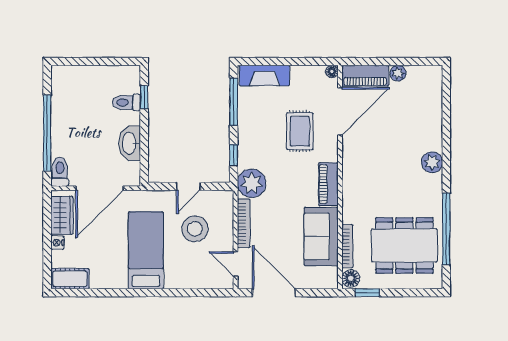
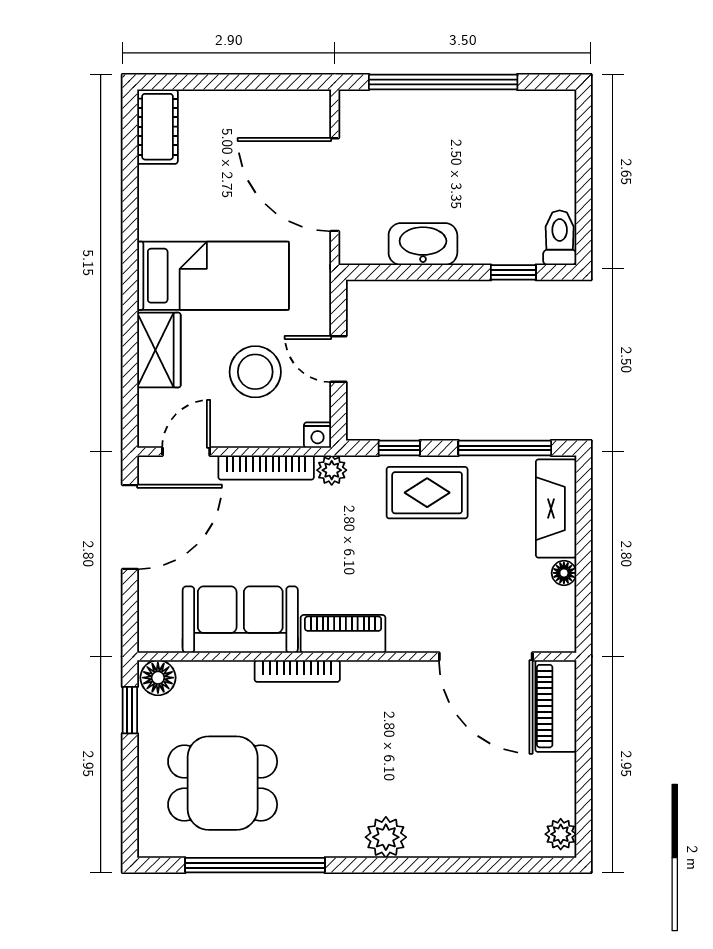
floor lamp: (332, 72) -> (564, 573), moved
plant: (398, 73) -> (561, 834), moved
toilet: (126, 102) -> (560, 238), moved
rug: (300, 131) -> (427, 493), moved
toilet: (60, 172) -> (367, 107), removed
plant: (252, 183) -> (332, 470), width x0.53, depth x0.53
wardrobe: (62, 215) -> (159, 350), moved, turned -90
nightstand: (57, 243) -> (318, 435), moved, turned 180
dining table: (404, 245) -> (223, 783), width x0.73
bookcase: (347, 246) -> (297, 671), moved

